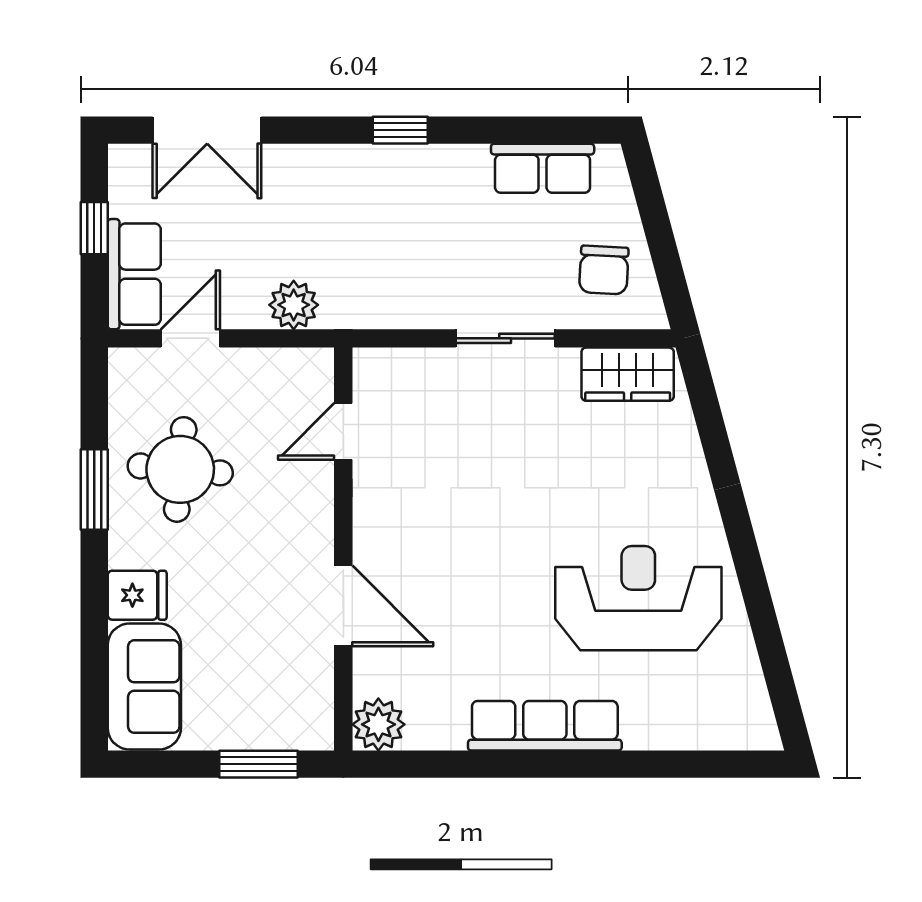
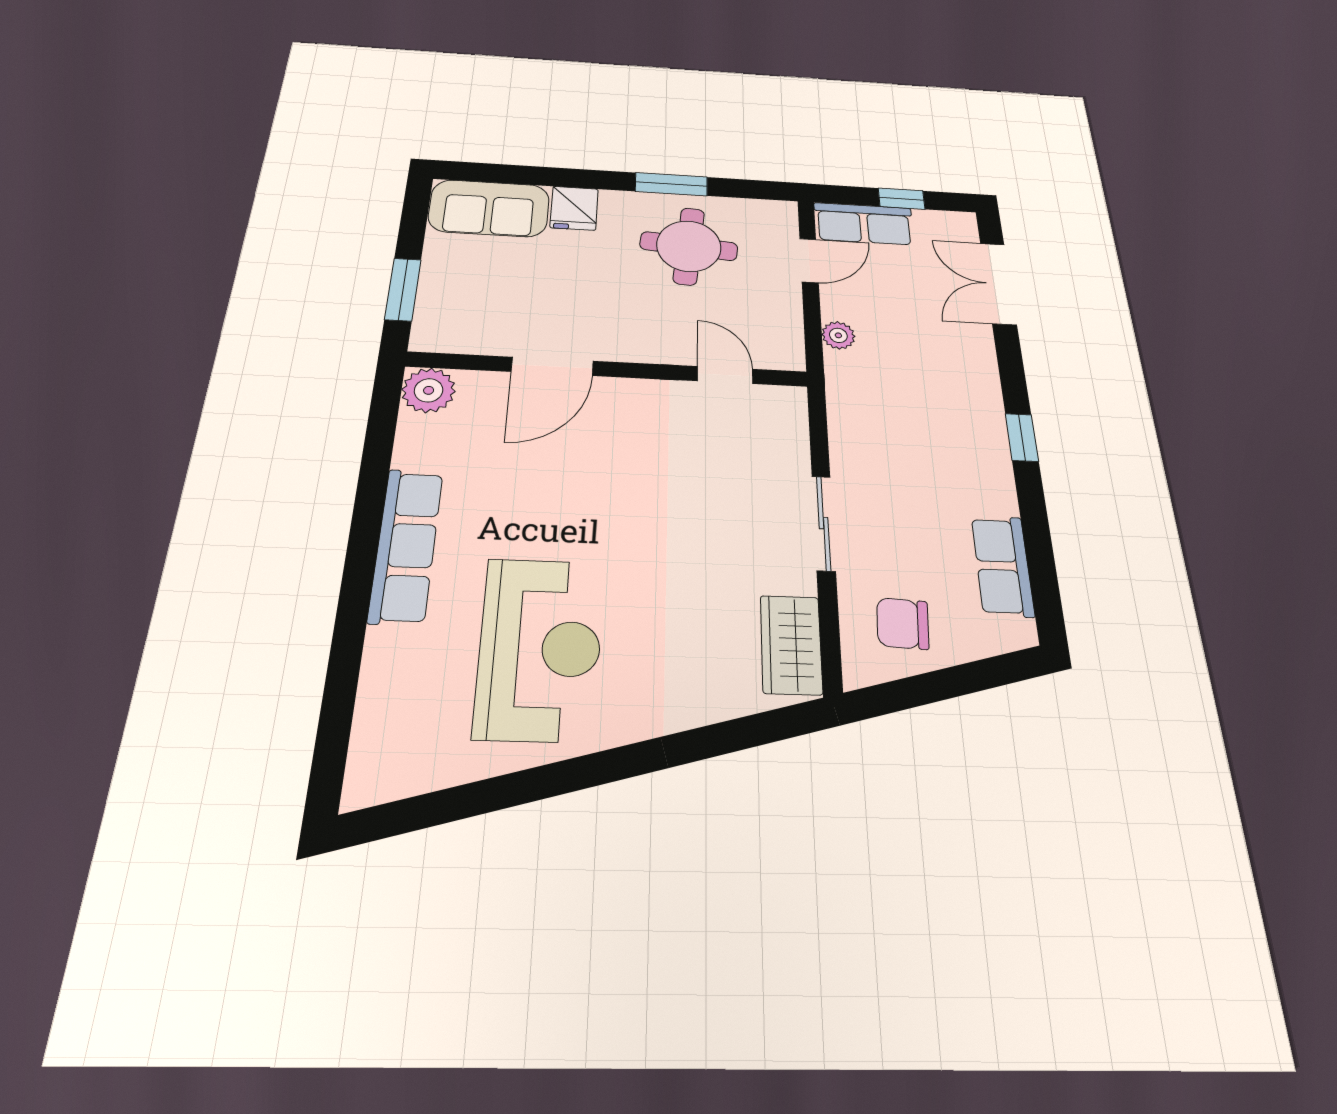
plant: (294, 305) -> (838, 335), width x0.73, depth x0.73
door: (190, 338) -> (809, 261), hinge flipped

